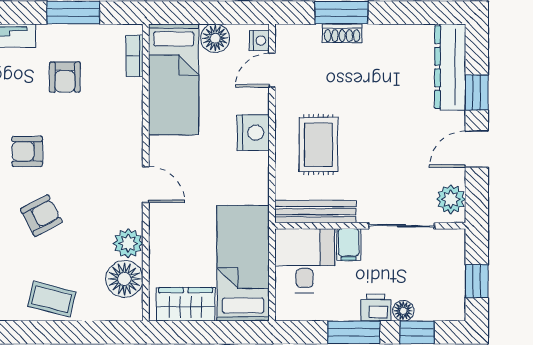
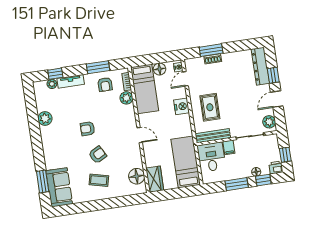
armchair: (65, 77) -> (105, 84), moved
plant: (128, 243) -> (126, 98), moved
coffee table: (52, 299) -> (99, 180), moved
wardrobe: (186, 304) -> (155, 179), moved, turned 90
printer: (376, 308) -> (276, 167), moved

